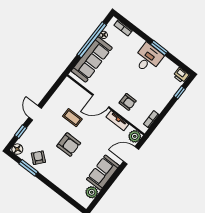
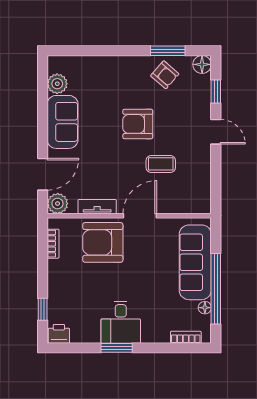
armchair: (128, 102) -> (103, 242), width x1.88, depth x1.88

